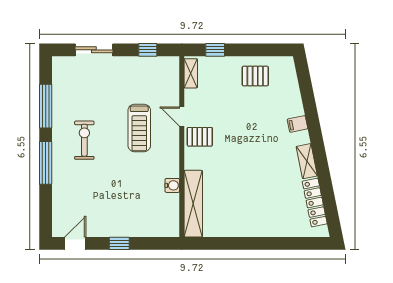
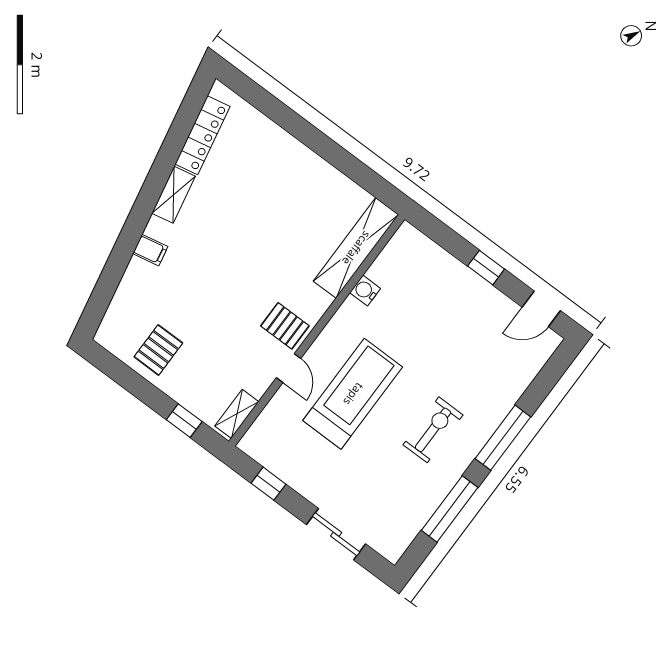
pallet: (255, 76) -> (158, 350), turned 90
treadmill: (139, 128) -> (353, 394), width x1.37, depth x1.38
exercise bike: (84, 140) -> (433, 430), turned 180

